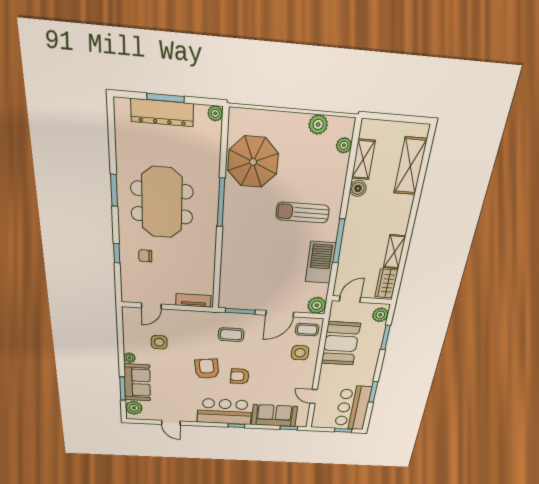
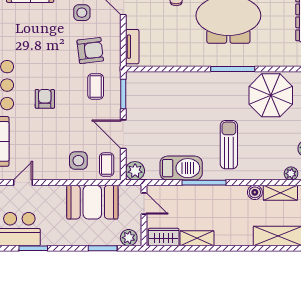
armchair: (207, 369) -> (90, 51), moved

